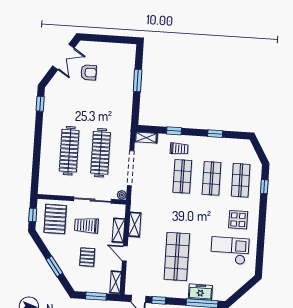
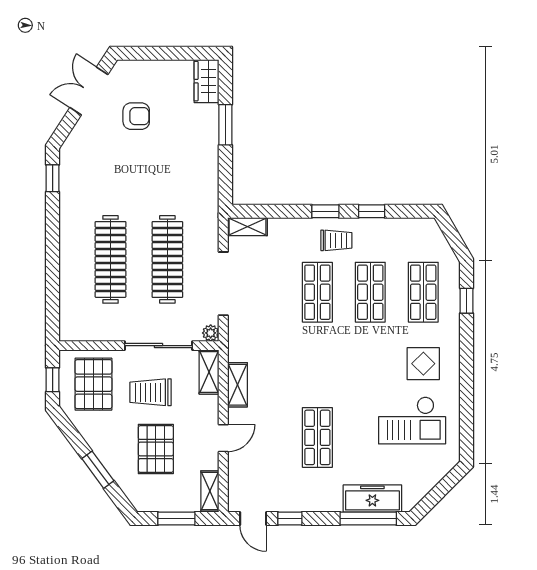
wardrobe: (129, 56) -> (207, 81), added
double door: (63, 57) -> (89, 91), swing flipped
window: (174, 131) -> (325, 211), moved
trolley: (179, 149) -> (336, 240), moved
shelving: (119, 230) -> (209, 372), moved
checkout: (230, 251) -> (412, 420), turned 180
door: (125, 253) -> (223, 438), swing flipped
pallet: (87, 257) -> (156, 449), width x1.50, depth x1.42
shop shelf: (177, 257) -> (317, 437), width x0.70, depth x0.74
freezer: (200, 292) -> (372, 499), width x1.40

